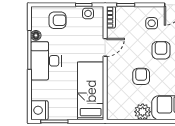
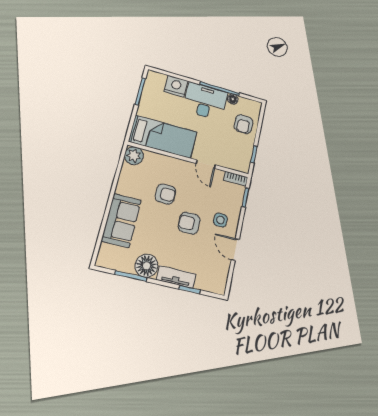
side table: (88, 13) -> (244, 156), removed
armchair: (161, 50) -> (189, 223), turned 180
nightstand: (39, 110) -> (176, 86), moved
plant: (143, 112) -> (134, 156), moved

